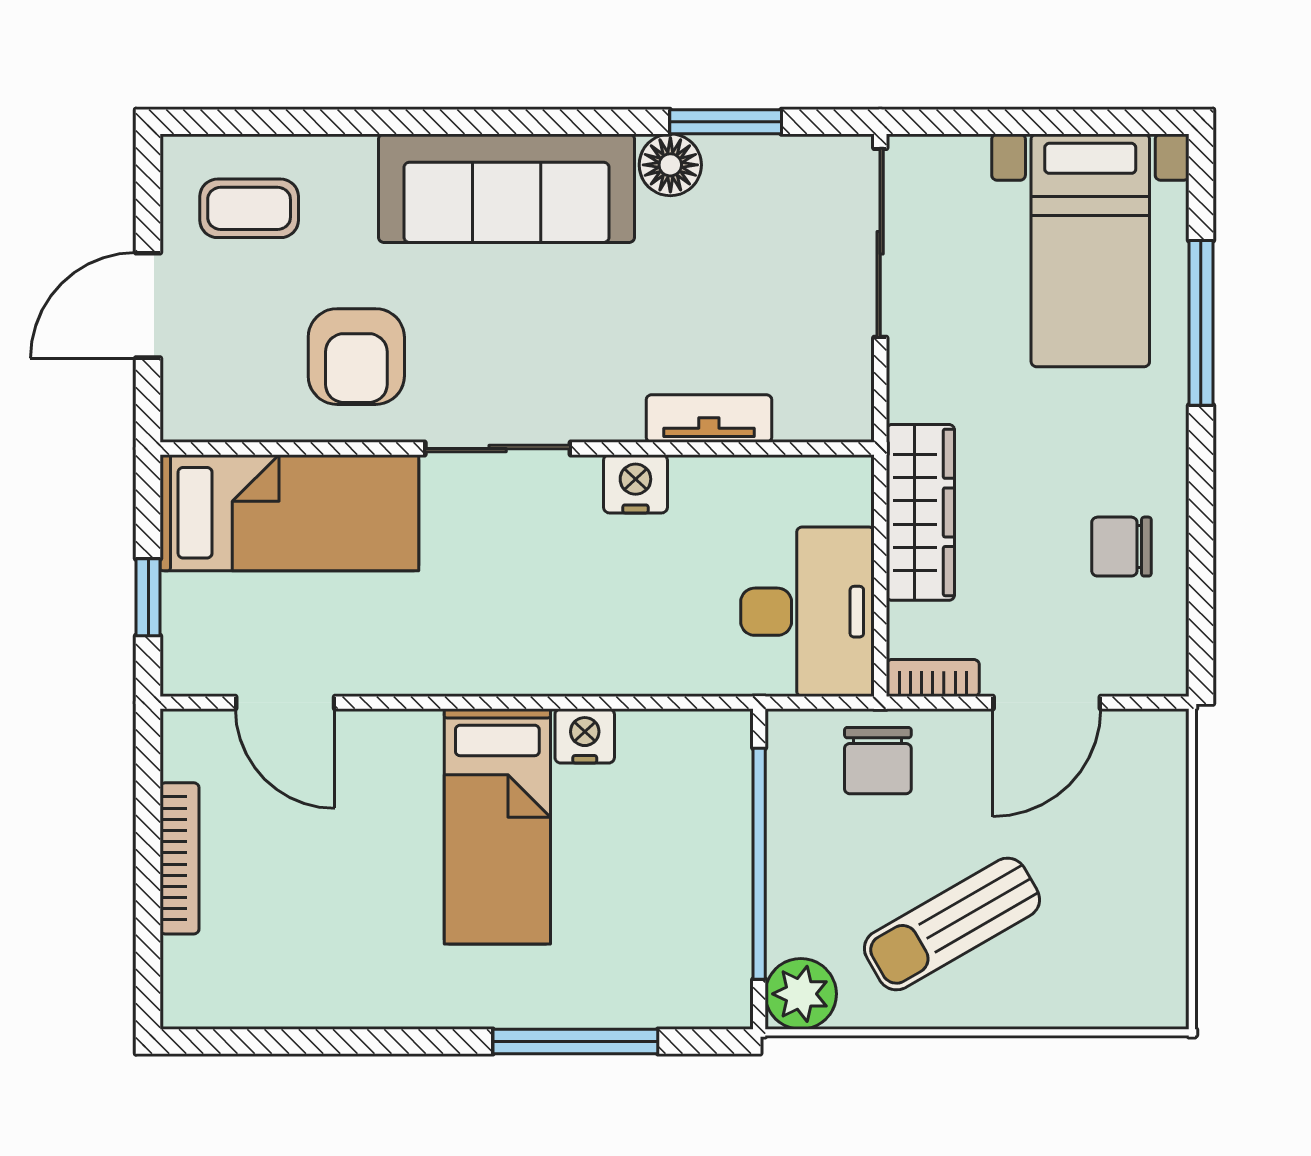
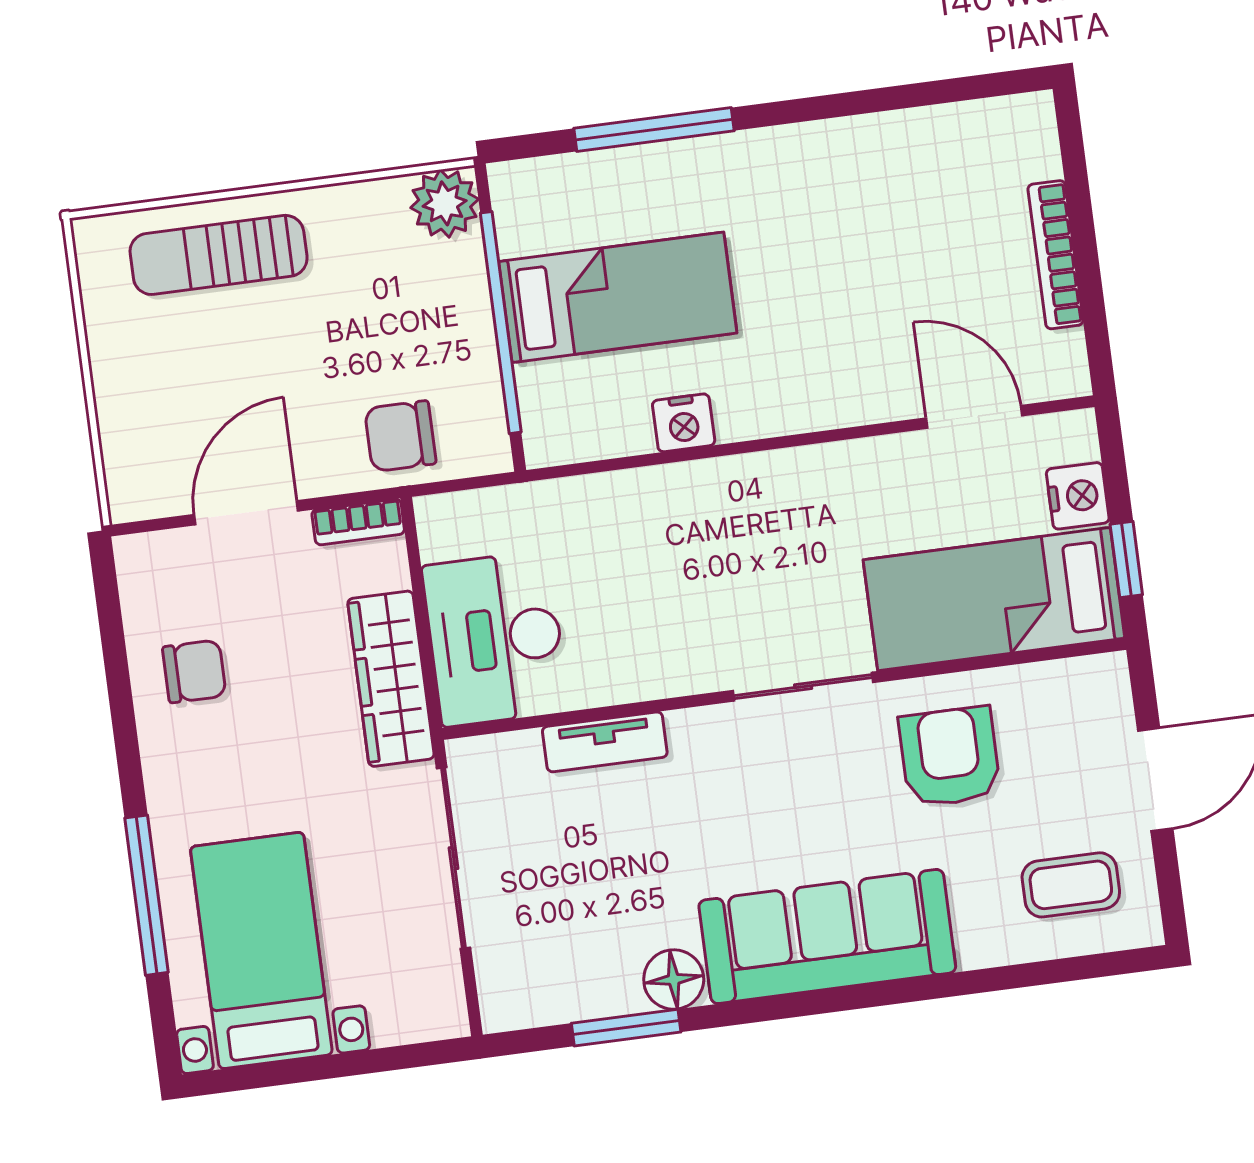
sliding door: (880, 243) -> (454, 858), moved
nightstand: (635, 484) -> (1078, 496), moved, turned -90
window: (148, 597) -> (1126, 560), moved
desk: (807, 612) -> (495, 639), moved
chair: (878, 761) -> (400, 436), turned -90
bed: (497, 826) -> (618, 297), moved, turned 90
sun lounger: (952, 924) -> (219, 255), moved, turned -150

